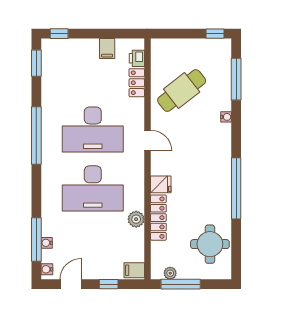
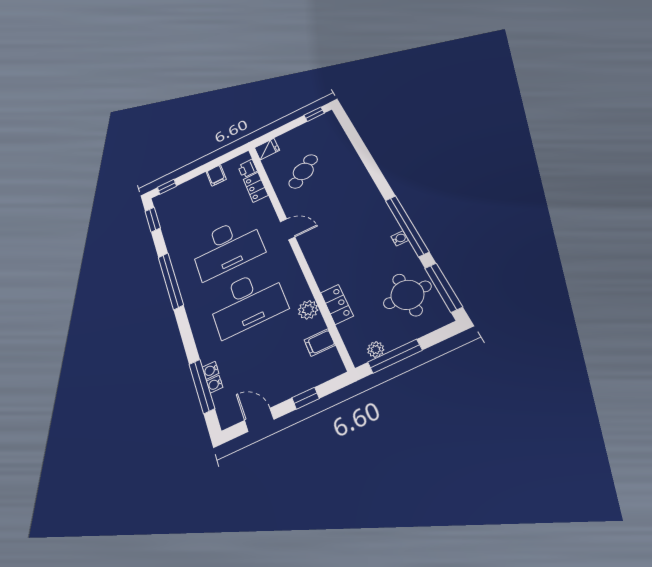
window: (236, 79) -> (443, 287), moved
cafe table: (182, 91) -> (303, 171), width x0.73, depth x0.74
water cooler: (226, 117) -> (400, 238), moved
fridge: (161, 184) -> (267, 149), moved
locker: (158, 218) -> (337, 304), width x0.66
water cooler: (47, 269) -> (211, 370), moved
filing cabinet: (134, 270) -> (320, 343), moved
door: (71, 284) -> (259, 420), hinge flipped

